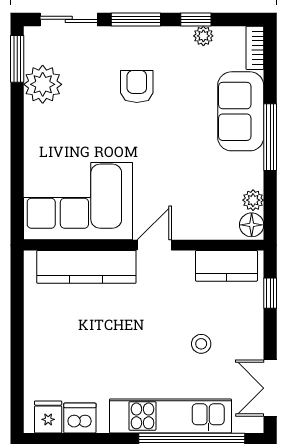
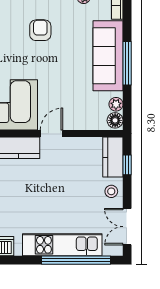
sofa: (241, 111) -> (108, 56), width x1.36
kitchen counter: (226, 266) -> (113, 157), moved, turned 90
stool: (201, 344) -> (111, 191), moved

